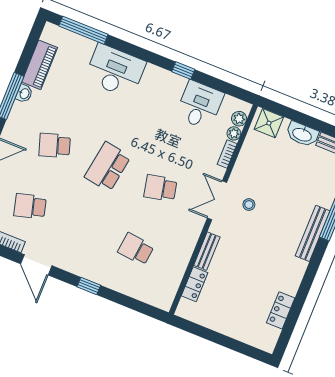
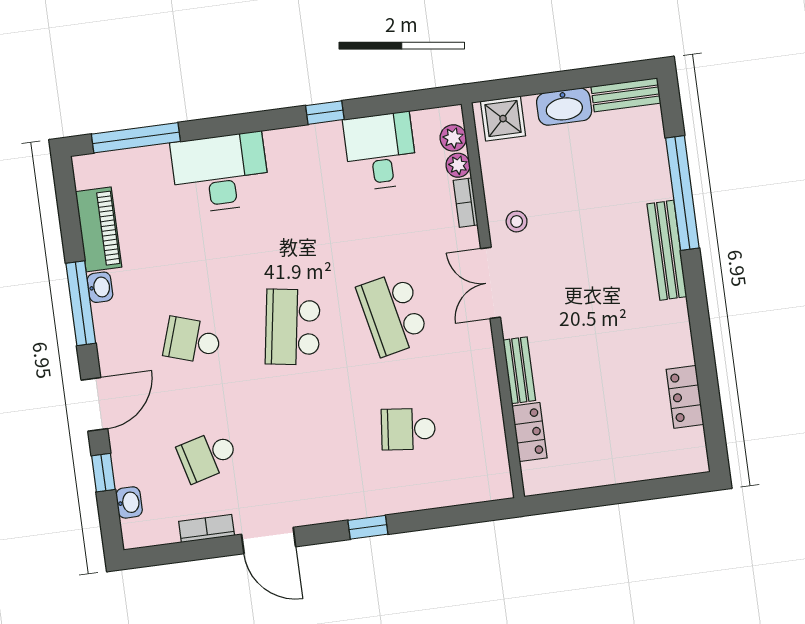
school desk: (55, 145) -> (192, 340), turned 36
school desk: (160, 188) -> (393, 314), width x1.85
stool: (249, 205) -> (517, 221), moved

